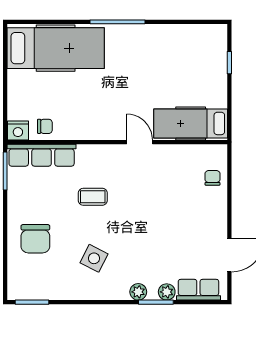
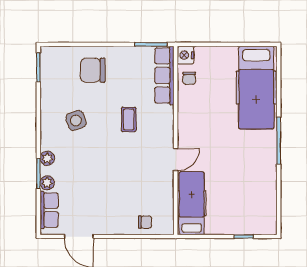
side table: (94, 258) -> (76, 120), turned 45

